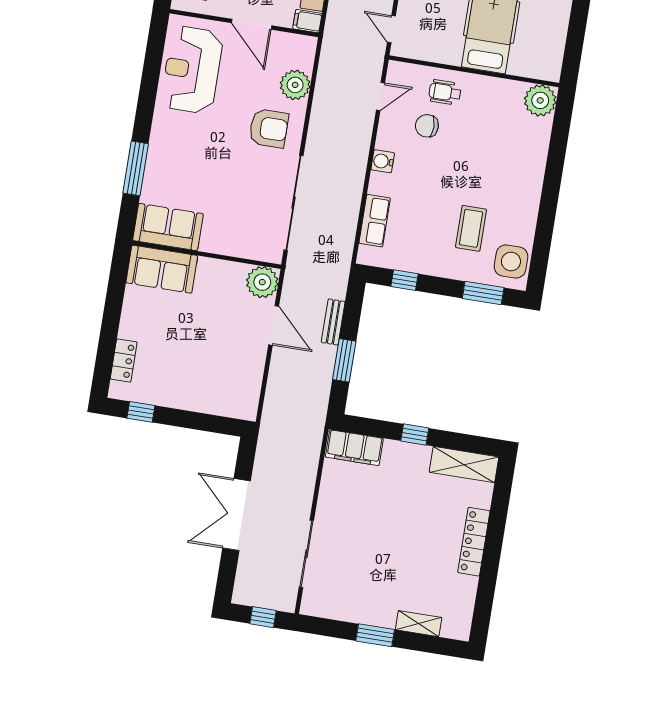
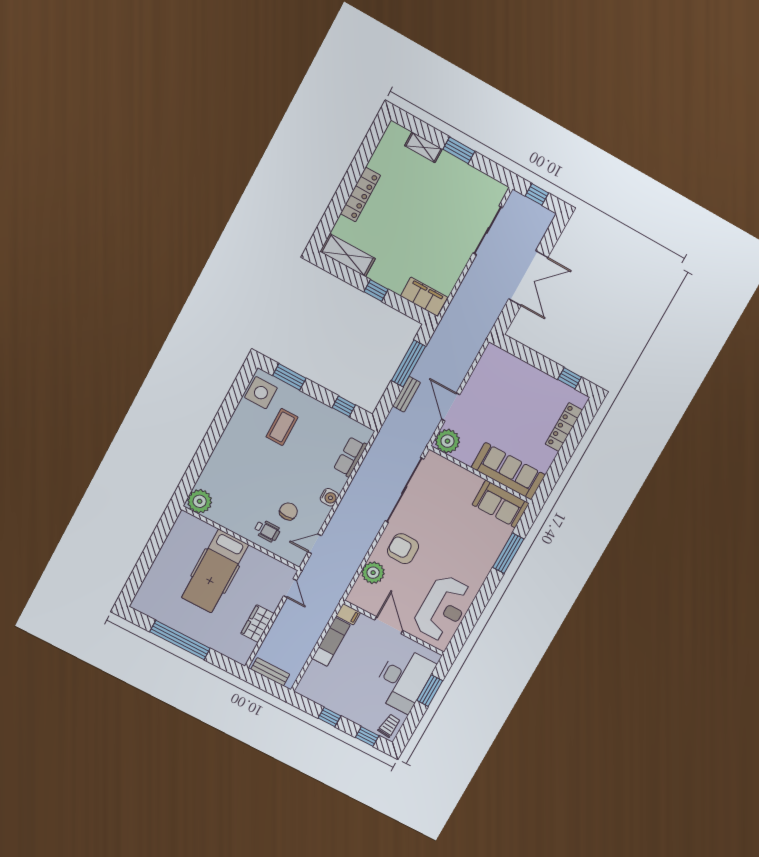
chair: (427, 126) -> (288, 511), turned -90
sofa: (162, 269) -> (508, 471), width x1.36
locker: (124, 360) -> (564, 427), width x1.53
window: (344, 360) -> (408, 363), width x1.44

